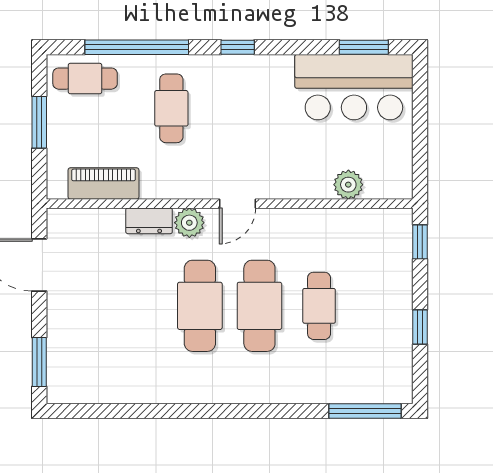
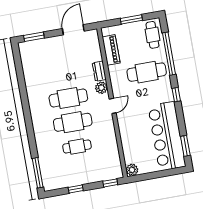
bar counter: (354, 87) -> (167, 136), width x1.36
cafe table: (171, 108) -> (147, 72), width x1.37, depth x1.35
plant: (348, 185) -> (132, 170), moved
door: (238, 204) -> (113, 106), swing flipped

